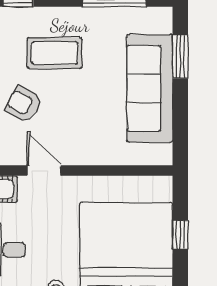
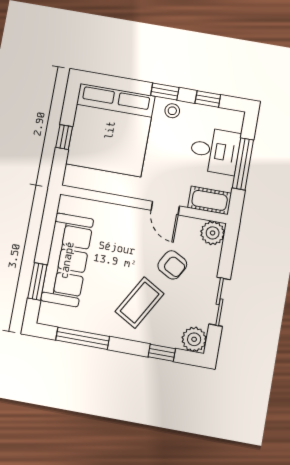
coffee table: (55, 53) -> (140, 303), turned -60

